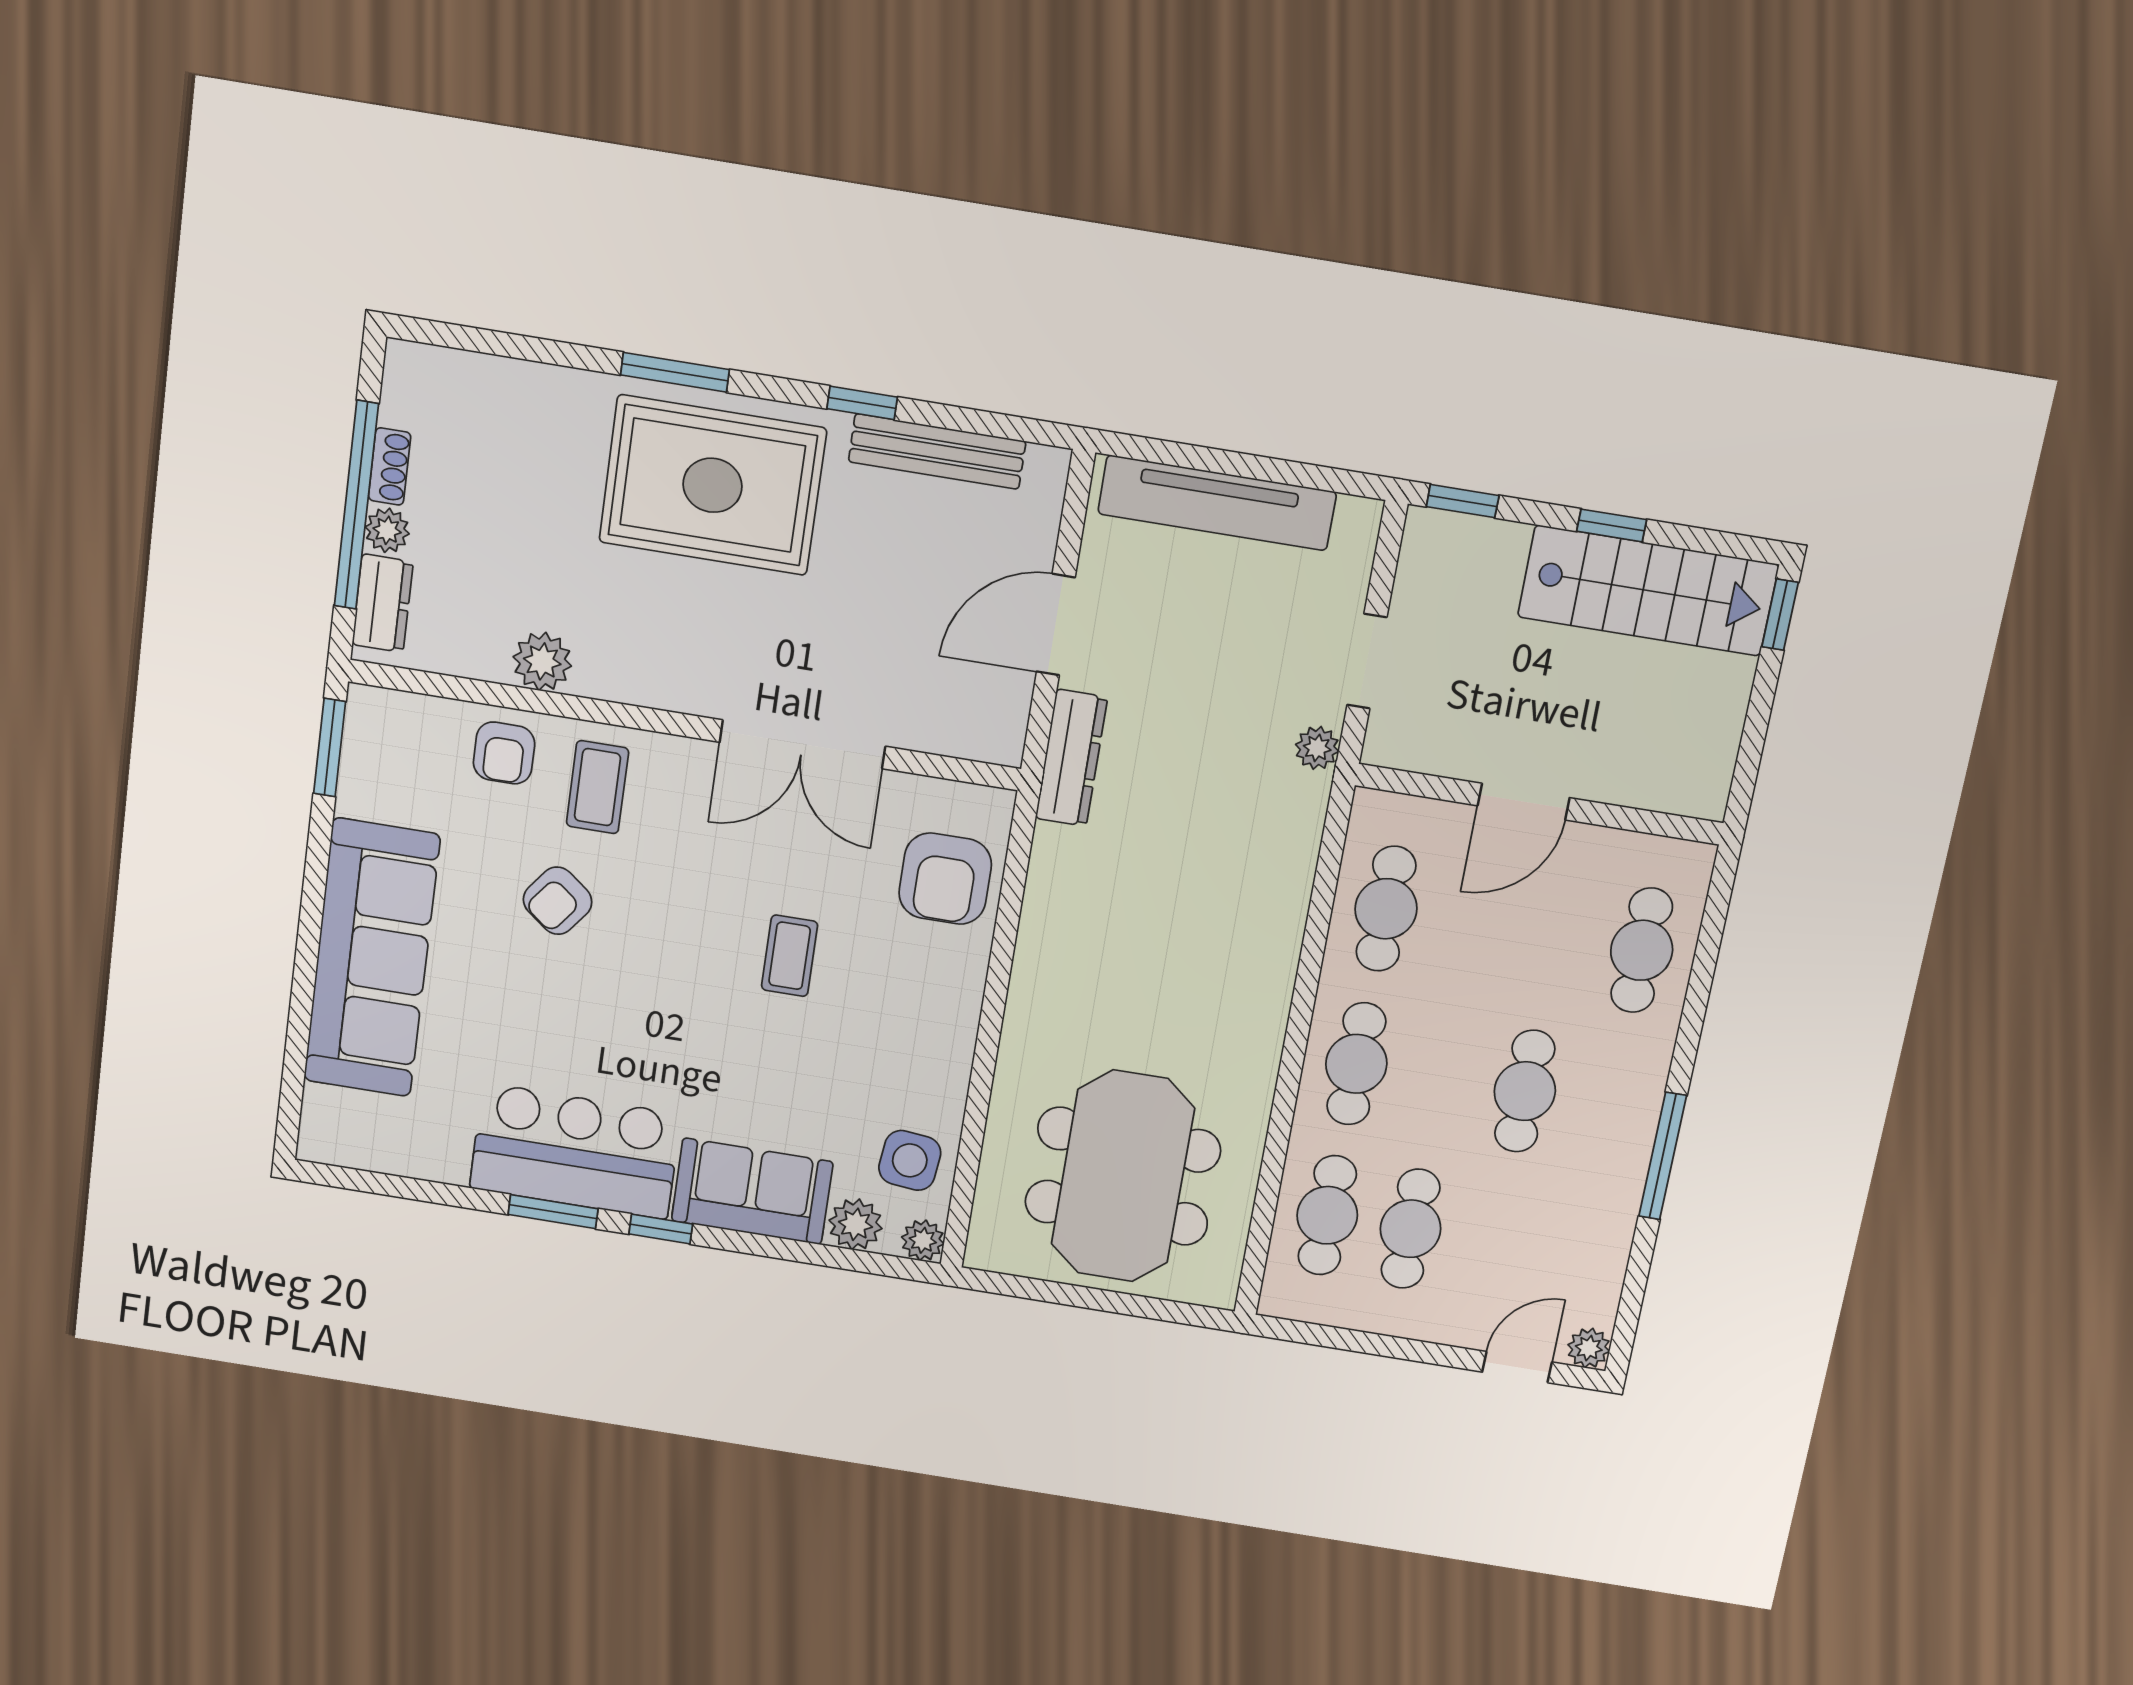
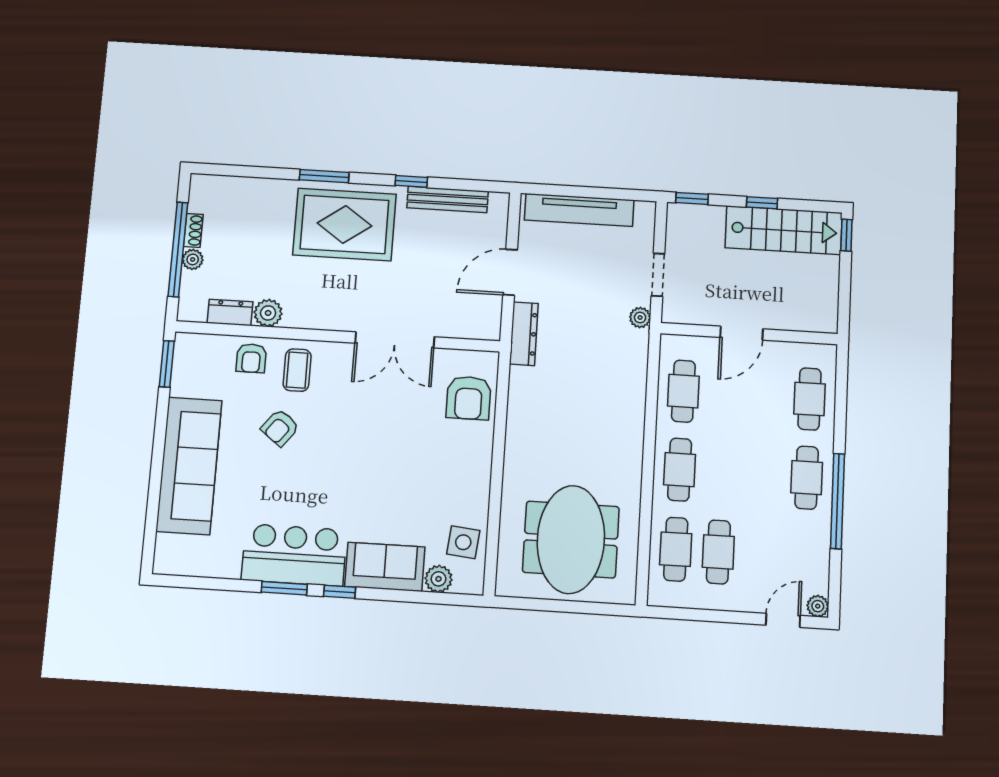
dresser: (383, 603) -> (230, 312), moved, turned -90
coffee table: (790, 956) -> (396, 444), removed
cafe table: (1525, 1091) -> (807, 478), moved
window: (1663, 1156) -> (838, 501), width x1.46
plant: (923, 1240) -> (473, 584), removed

